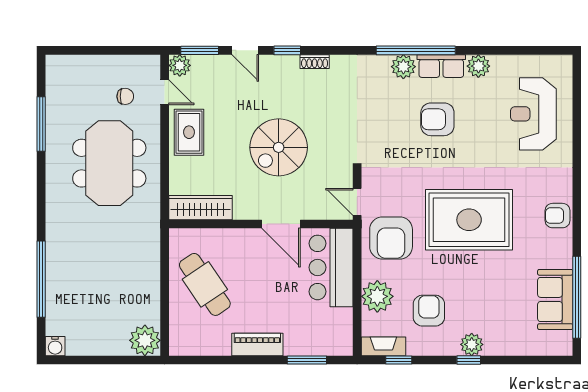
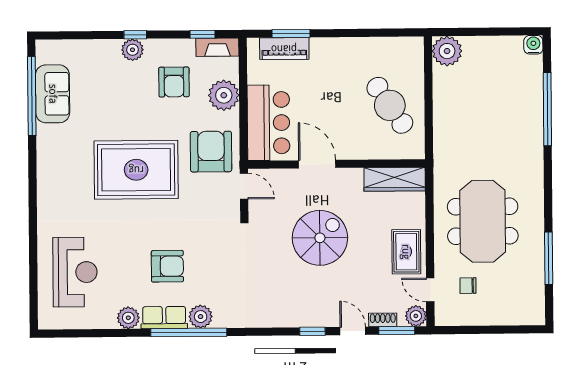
shoe rack: (315, 62) -> (383, 320), moved
armchair: (558, 216) -> (51, 175), removed
piano: (257, 344) -> (284, 49), moved

